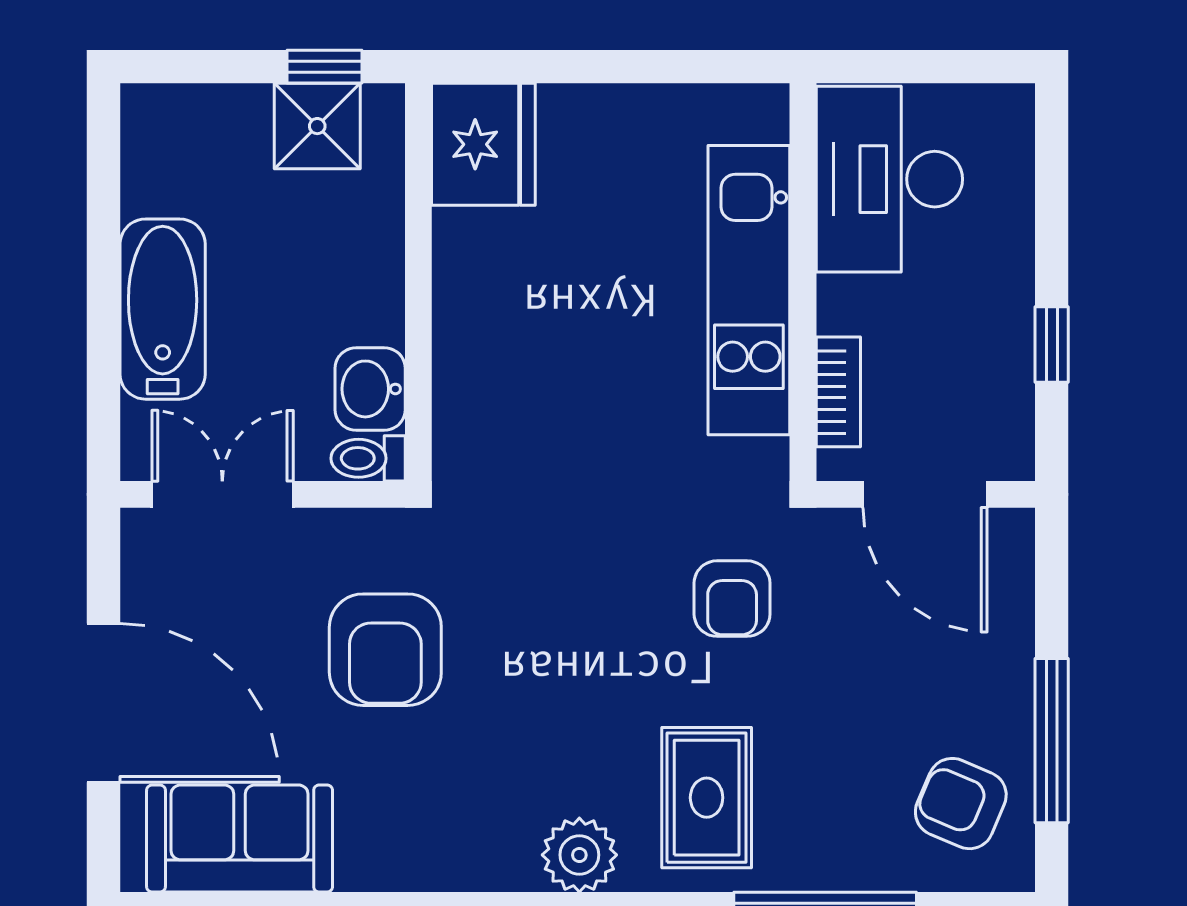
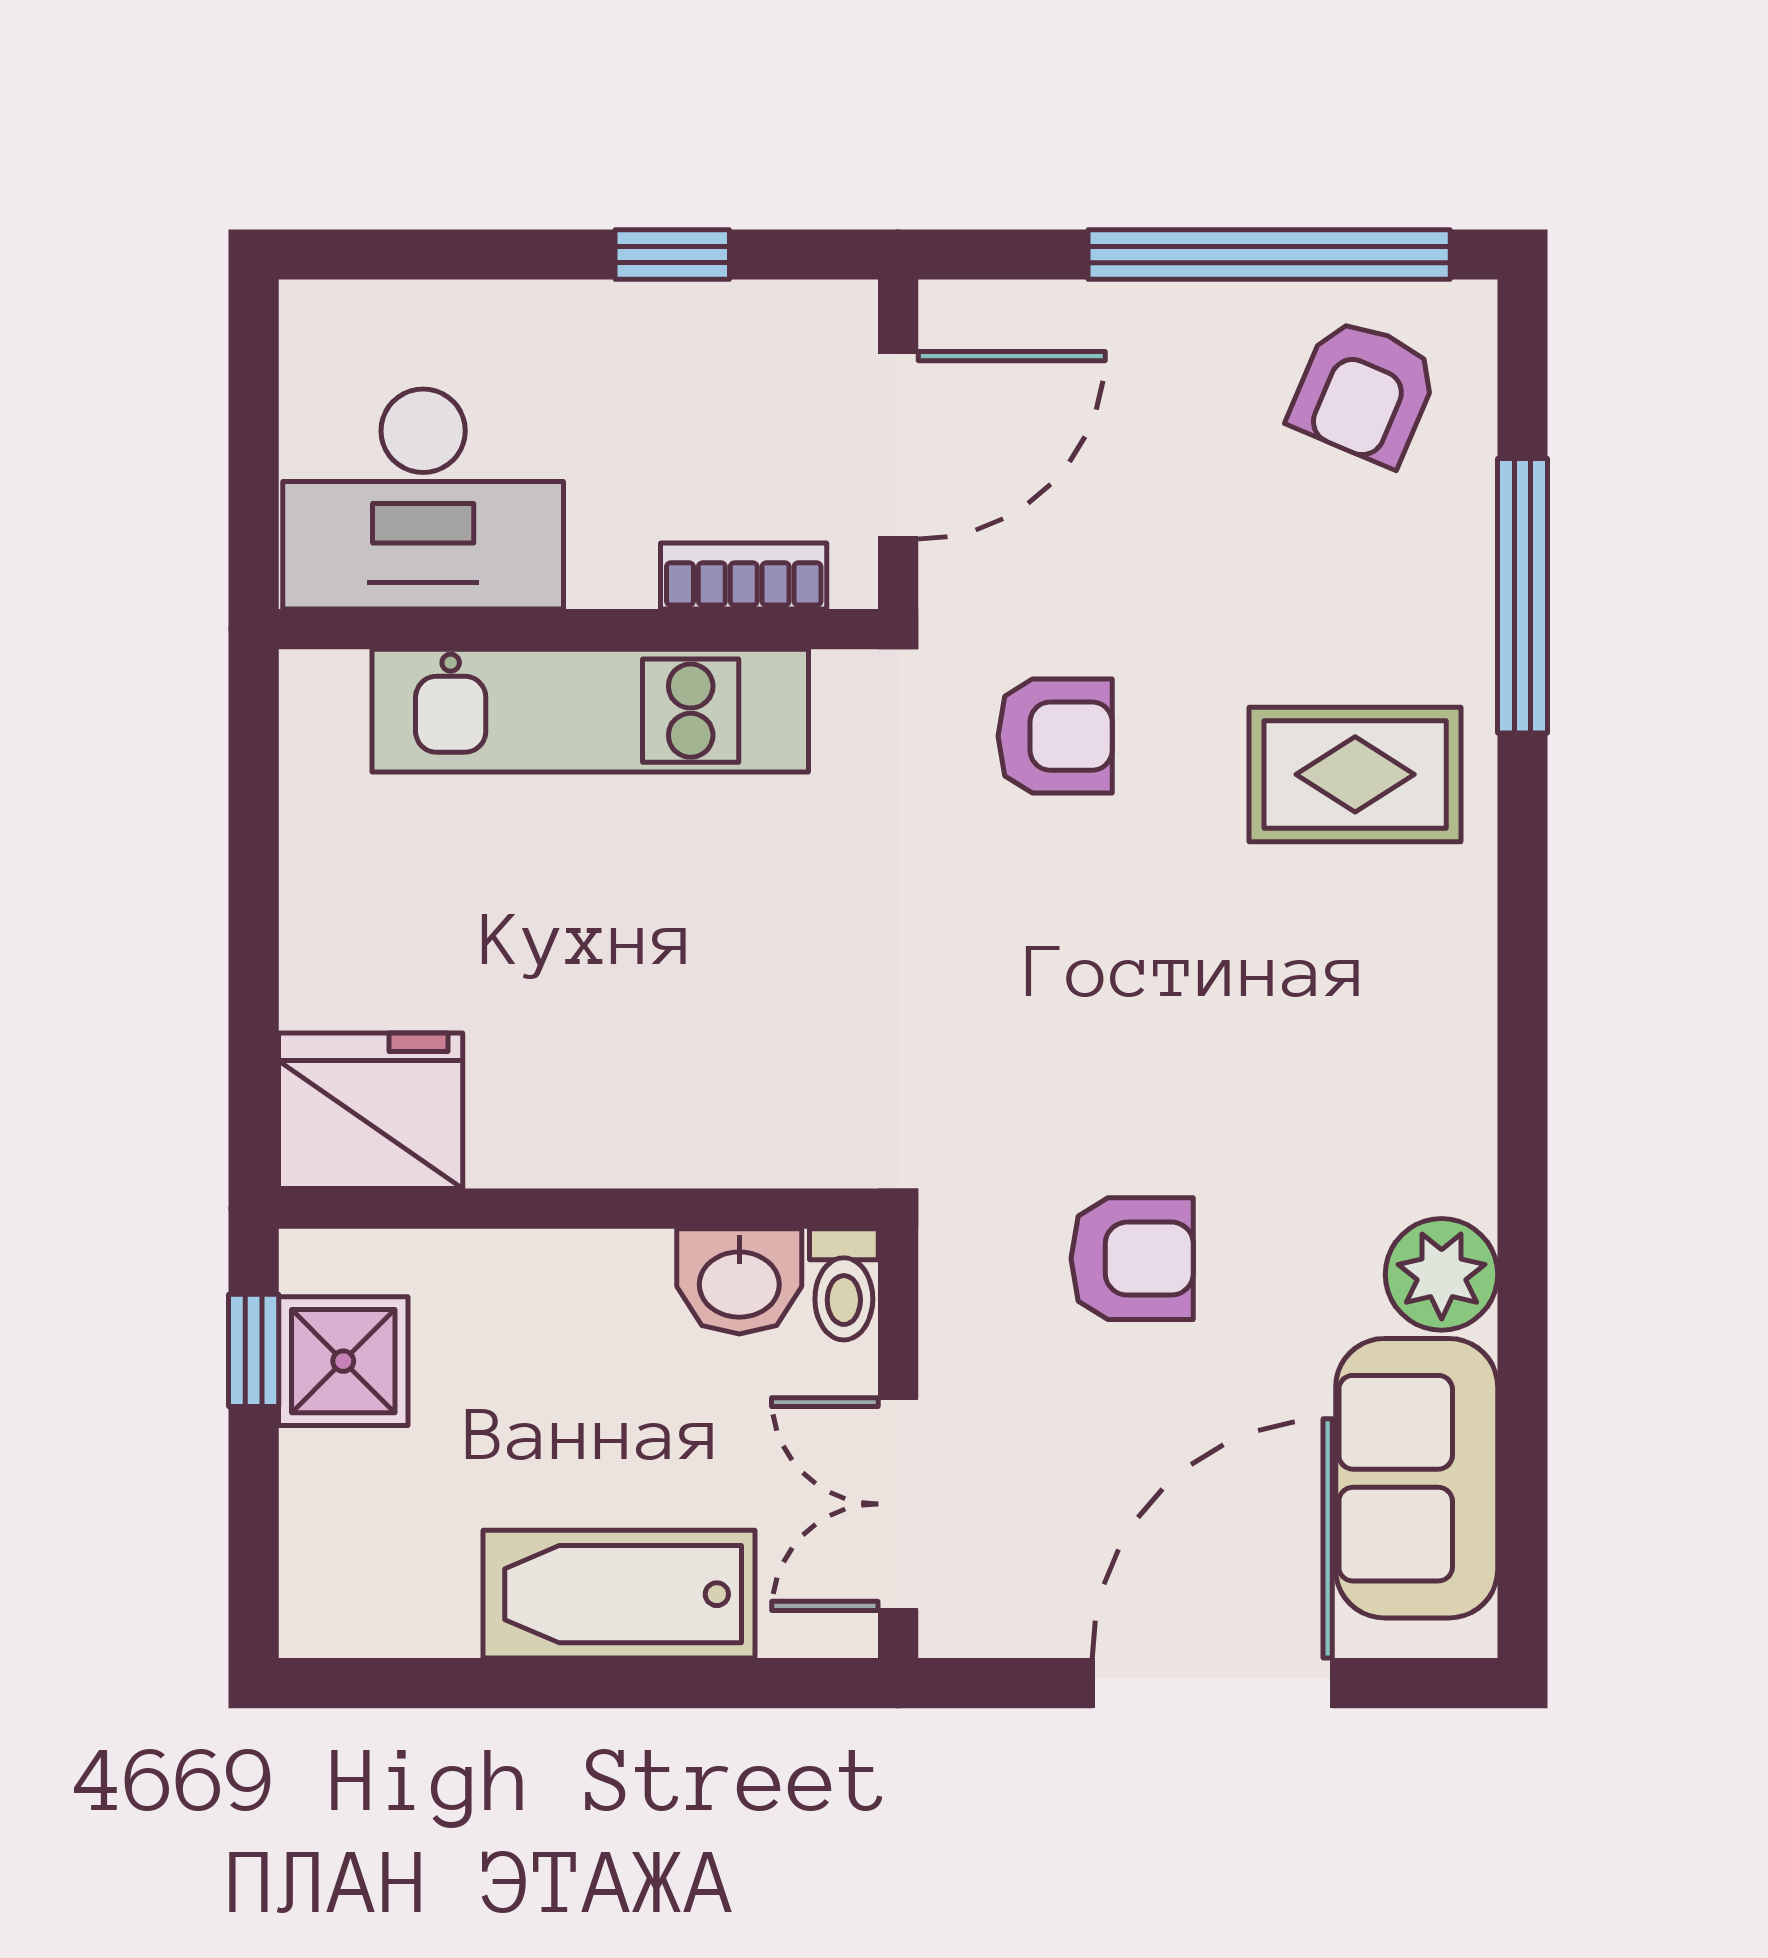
armchair: (385, 650) -> (1132, 1259), width x0.72, depth x0.72
window: (1052, 741) -> (1269, 255), width x1.46
plant: (579, 855) -> (1442, 1274), moved

